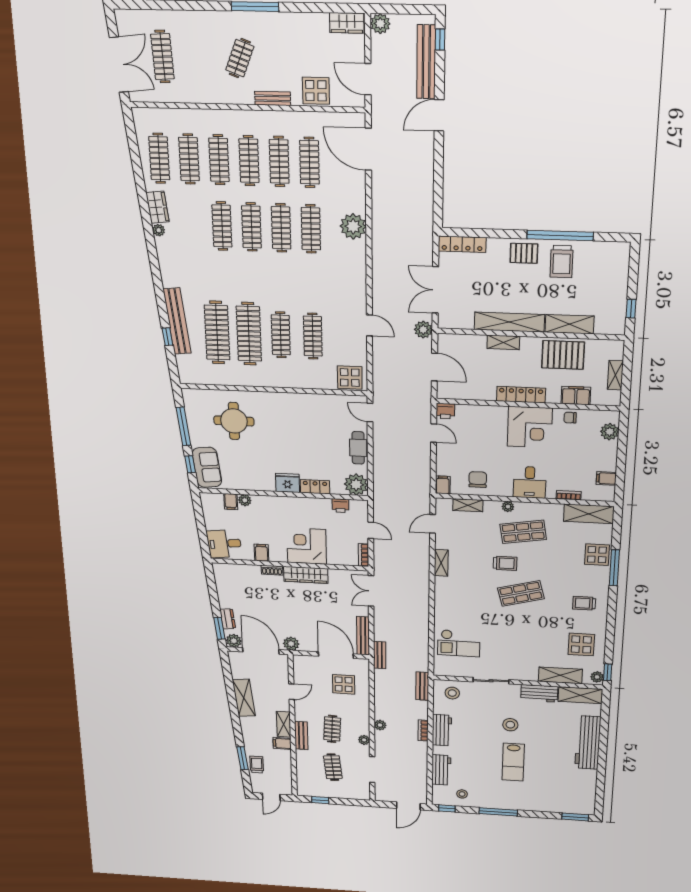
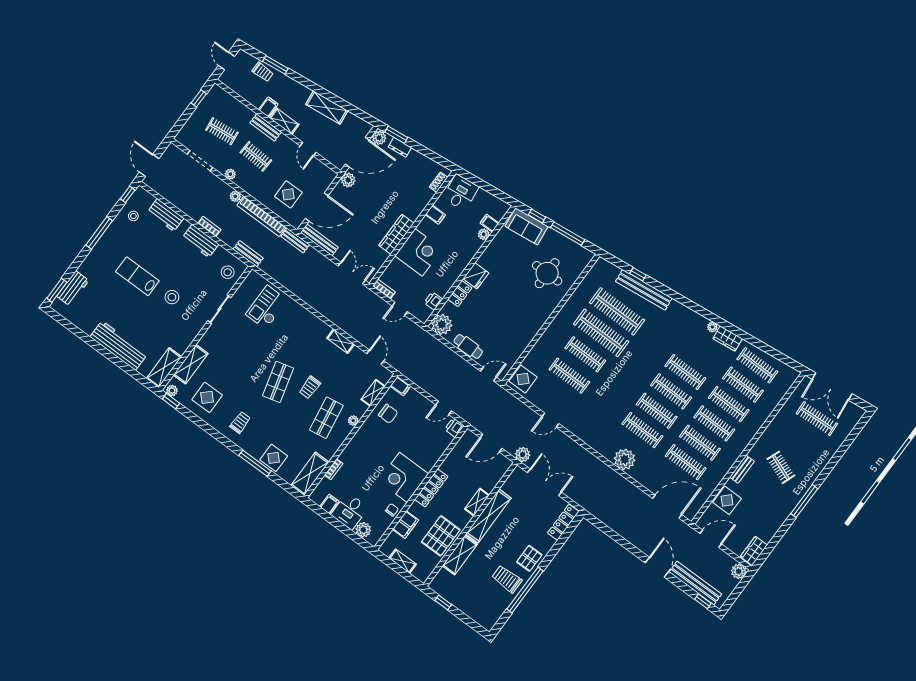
desk: (530, 482) -> (350, 511), moved, turned -90
shoe rack: (272, 570) -> (439, 182), moved
workbench: (539, 693) -> (73, 288), moved, turned 180
bookcase: (380, 694) -> (262, 216), added

